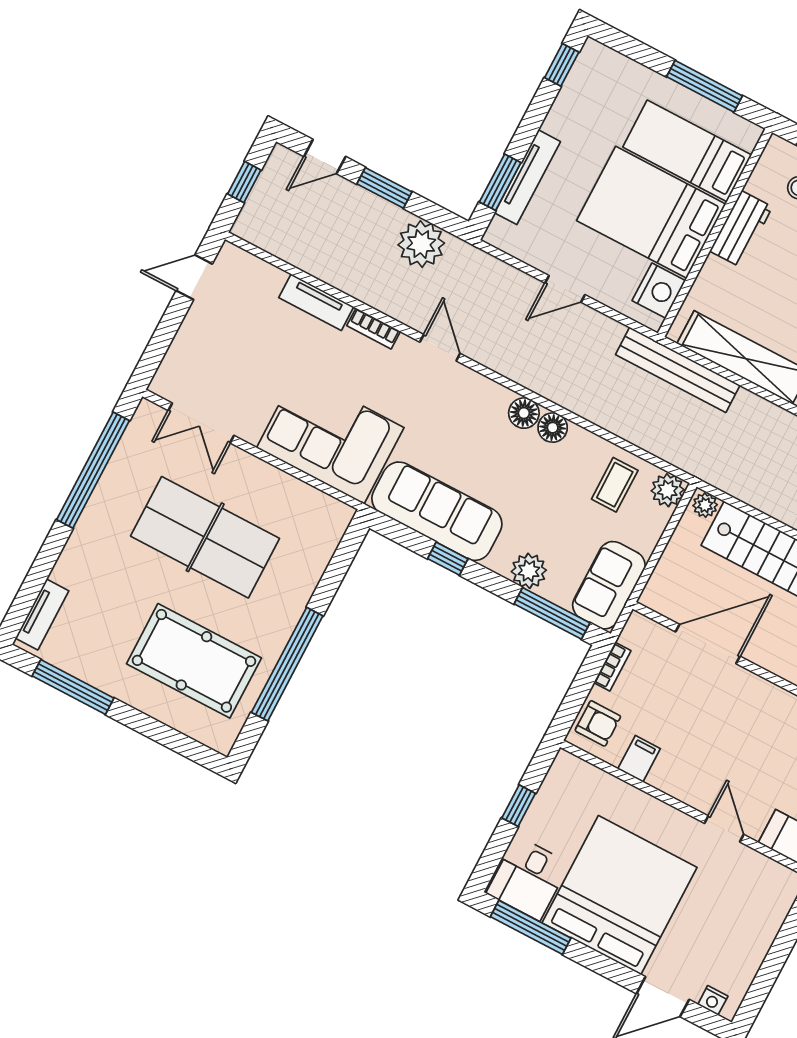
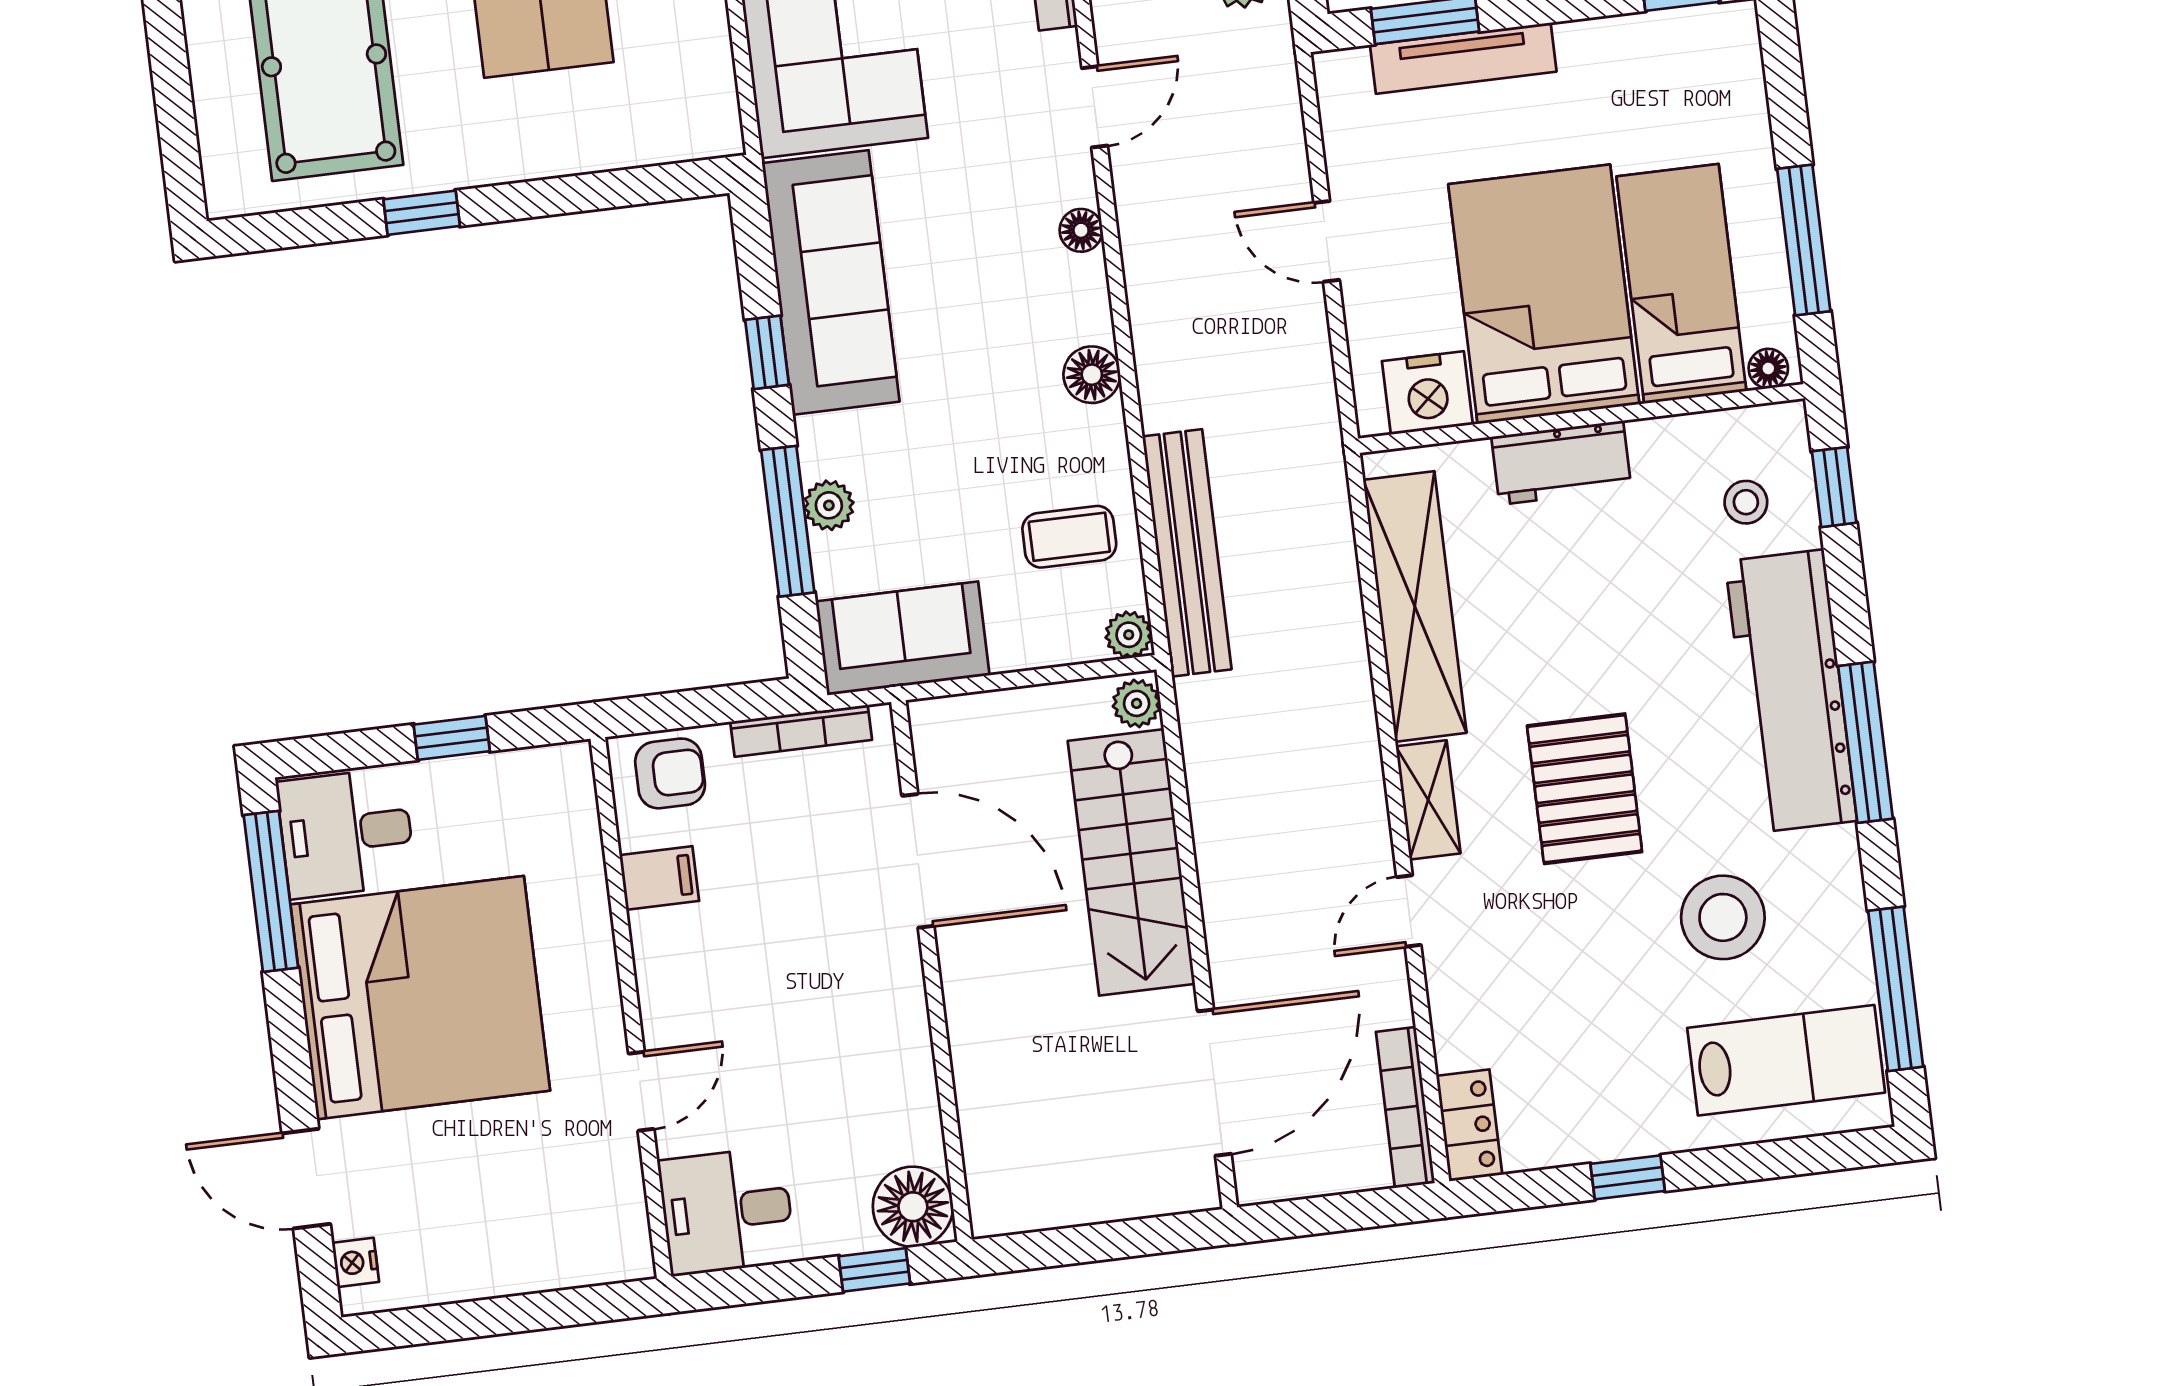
floor lamp: (749, 139) -> (1768, 369), added
workbench: (741, 229) -> (1561, 463), moved
bench: (678, 370) -> (1187, 553), moved
floor lamp: (524, 413) -> (1081, 230), moved, width x0.73, depth x0.73
plant: (668, 490) -> (1129, 635), width x0.73, depth x0.73
plant: (529, 571) -> (829, 505), width x0.73, depth x0.73
window: (552, 613) -> (788, 521), moved
window: (287, 664) -> (422, 213), width x0.32
bookcase: (612, 667) -> (801, 731), width x1.56
armchair: (598, 723) -> (670, 773), turned -90

